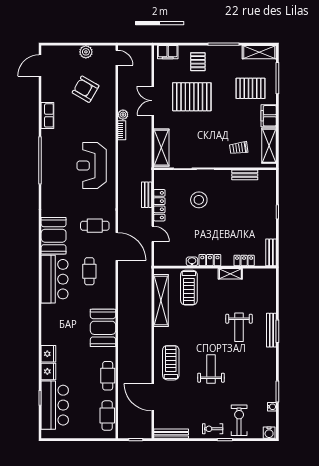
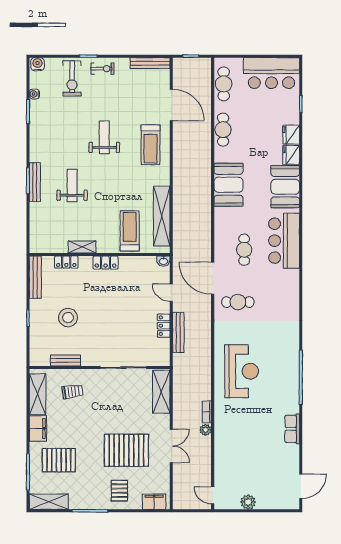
armchair: (86, 89) -> (248, 459), removed
bench: (147, 195) -> (178, 332), width x1.36
stool: (199, 200) -> (68, 318), moved
locker: (159, 205) -> (164, 326), width x0.66
booth: (54, 236) -> (285, 187), moved
bench: (271, 252) -> (35, 277), width x1.36
washbasin: (192, 261) -> (163, 261), moved
weight bench: (211, 369) -> (104, 137), turned 180
bar counter: (55, 405) -> (271, 73), moved, turned -90

